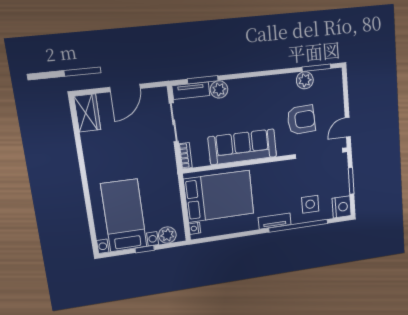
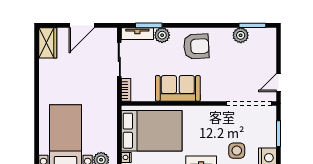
armchair: (301, 120) -> (196, 46), moved
sofa: (242, 147) -> (178, 88), width x0.73

